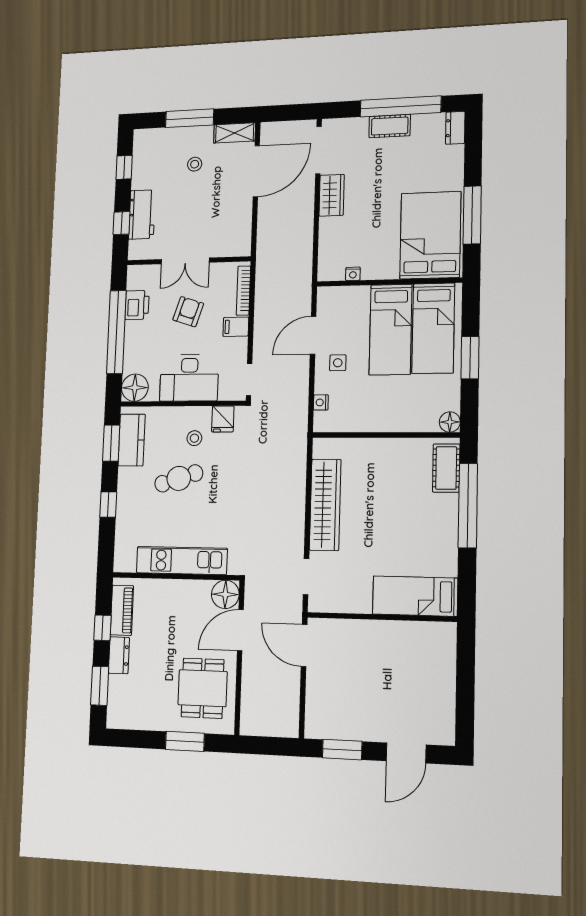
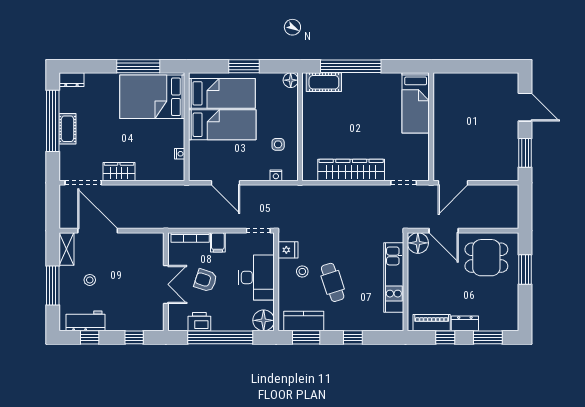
workbench: (142, 215) -> (85, 321), moved
side table: (338, 363) -> (278, 144), moved

